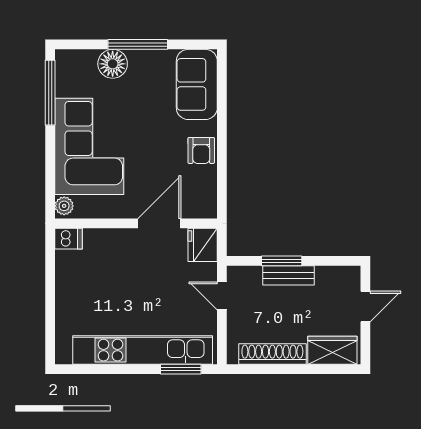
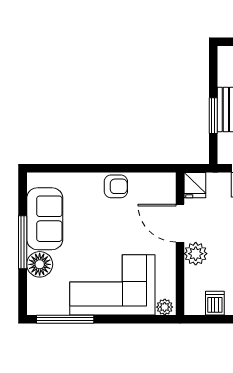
sofa: (197, 84) -> (45, 219), moved, turned -90
dishwasher: (68, 239) -> (215, 303), moved
plant: (125, 241) -> (196, 254), added
fridge: (203, 245) -> (195, 185), width x0.72

